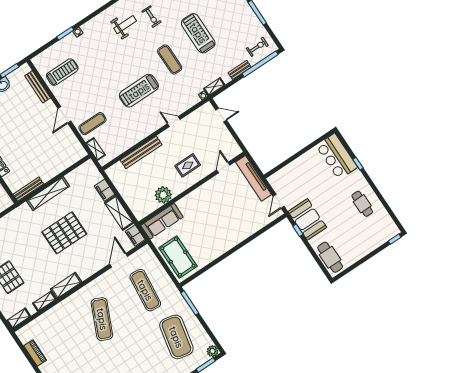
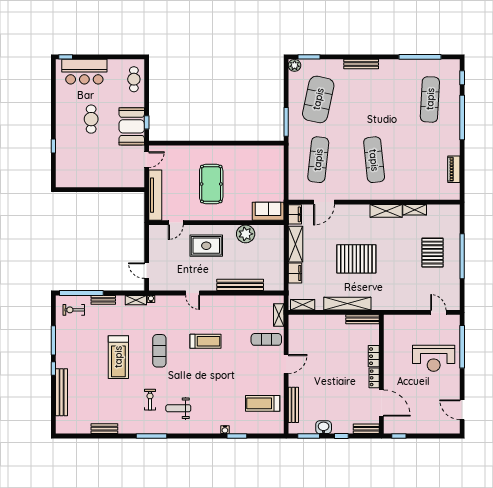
treadmill: (139, 91) -> (205, 341), width x0.73, depth x0.73
bar counter: (337, 156) -> (84, 72), moved, turned 90
rug: (188, 165) -> (206, 246), width x1.36, depth x1.43
cafe table: (362, 204) -> (91, 119), moved
sofa: (162, 221) -> (268, 211), width x0.73
pool table: (178, 257) -> (211, 184), moved
cafe table: (330, 257) -> (134, 79), width x0.73, depth x0.74
shelving: (19, 318) -> (303, 305), moved
exercise mat: (102, 319) -> (374, 160), turned -30

